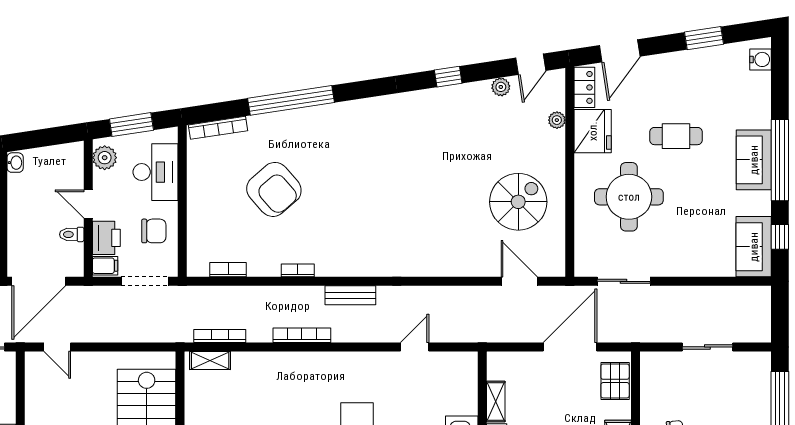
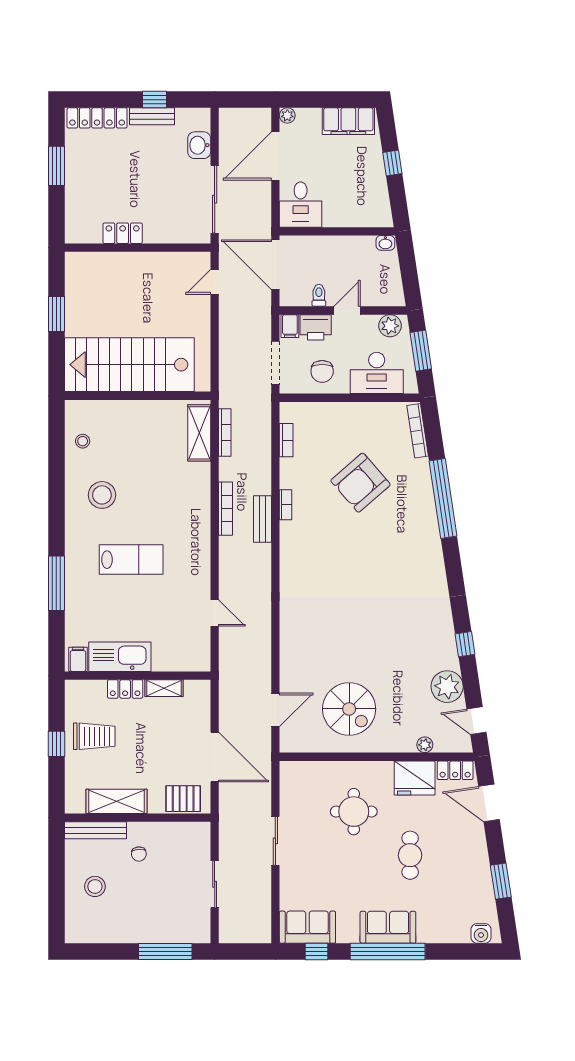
plant: (501, 87) -> (447, 687), width x1.88, depth x1.88
round table: (629, 197) -> (354, 812), width x0.73, depth x0.73
sliding door: (624, 281) -> (275, 841), moved
bench: (350, 295) -> (262, 519), moved
shelving: (210, 361) -> (199, 433), width x1.50, depth x1.33

